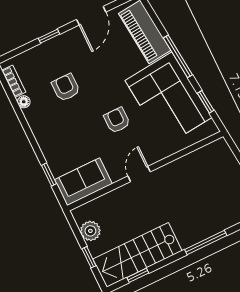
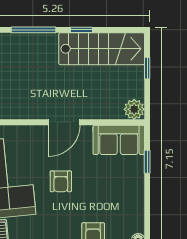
door: (139, 174) -> (64, 122), width x1.38
plant: (90, 231) -> (134, 109), moved
window: (138, 275) -> (81, 30), moved

